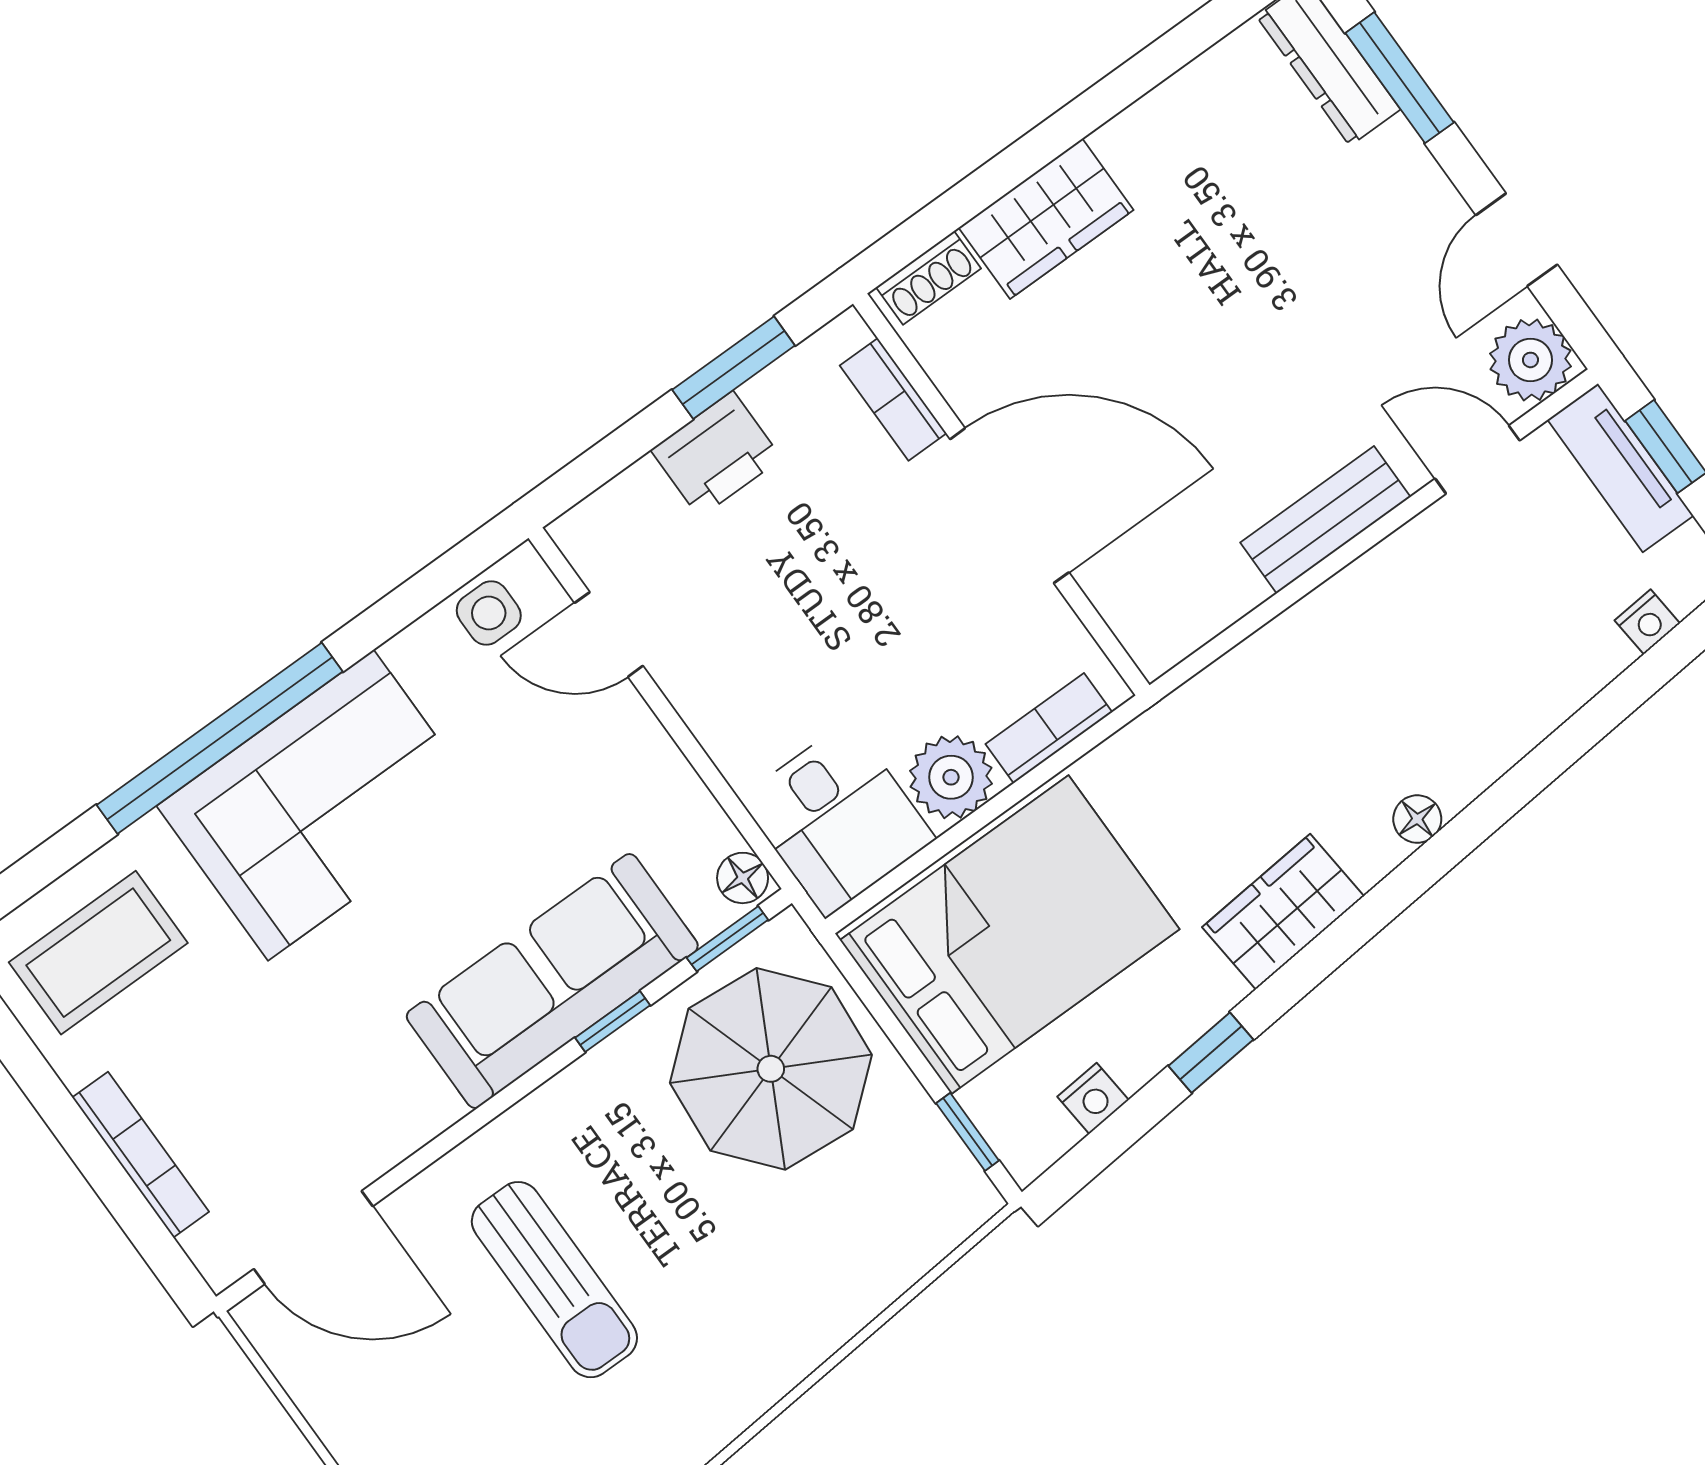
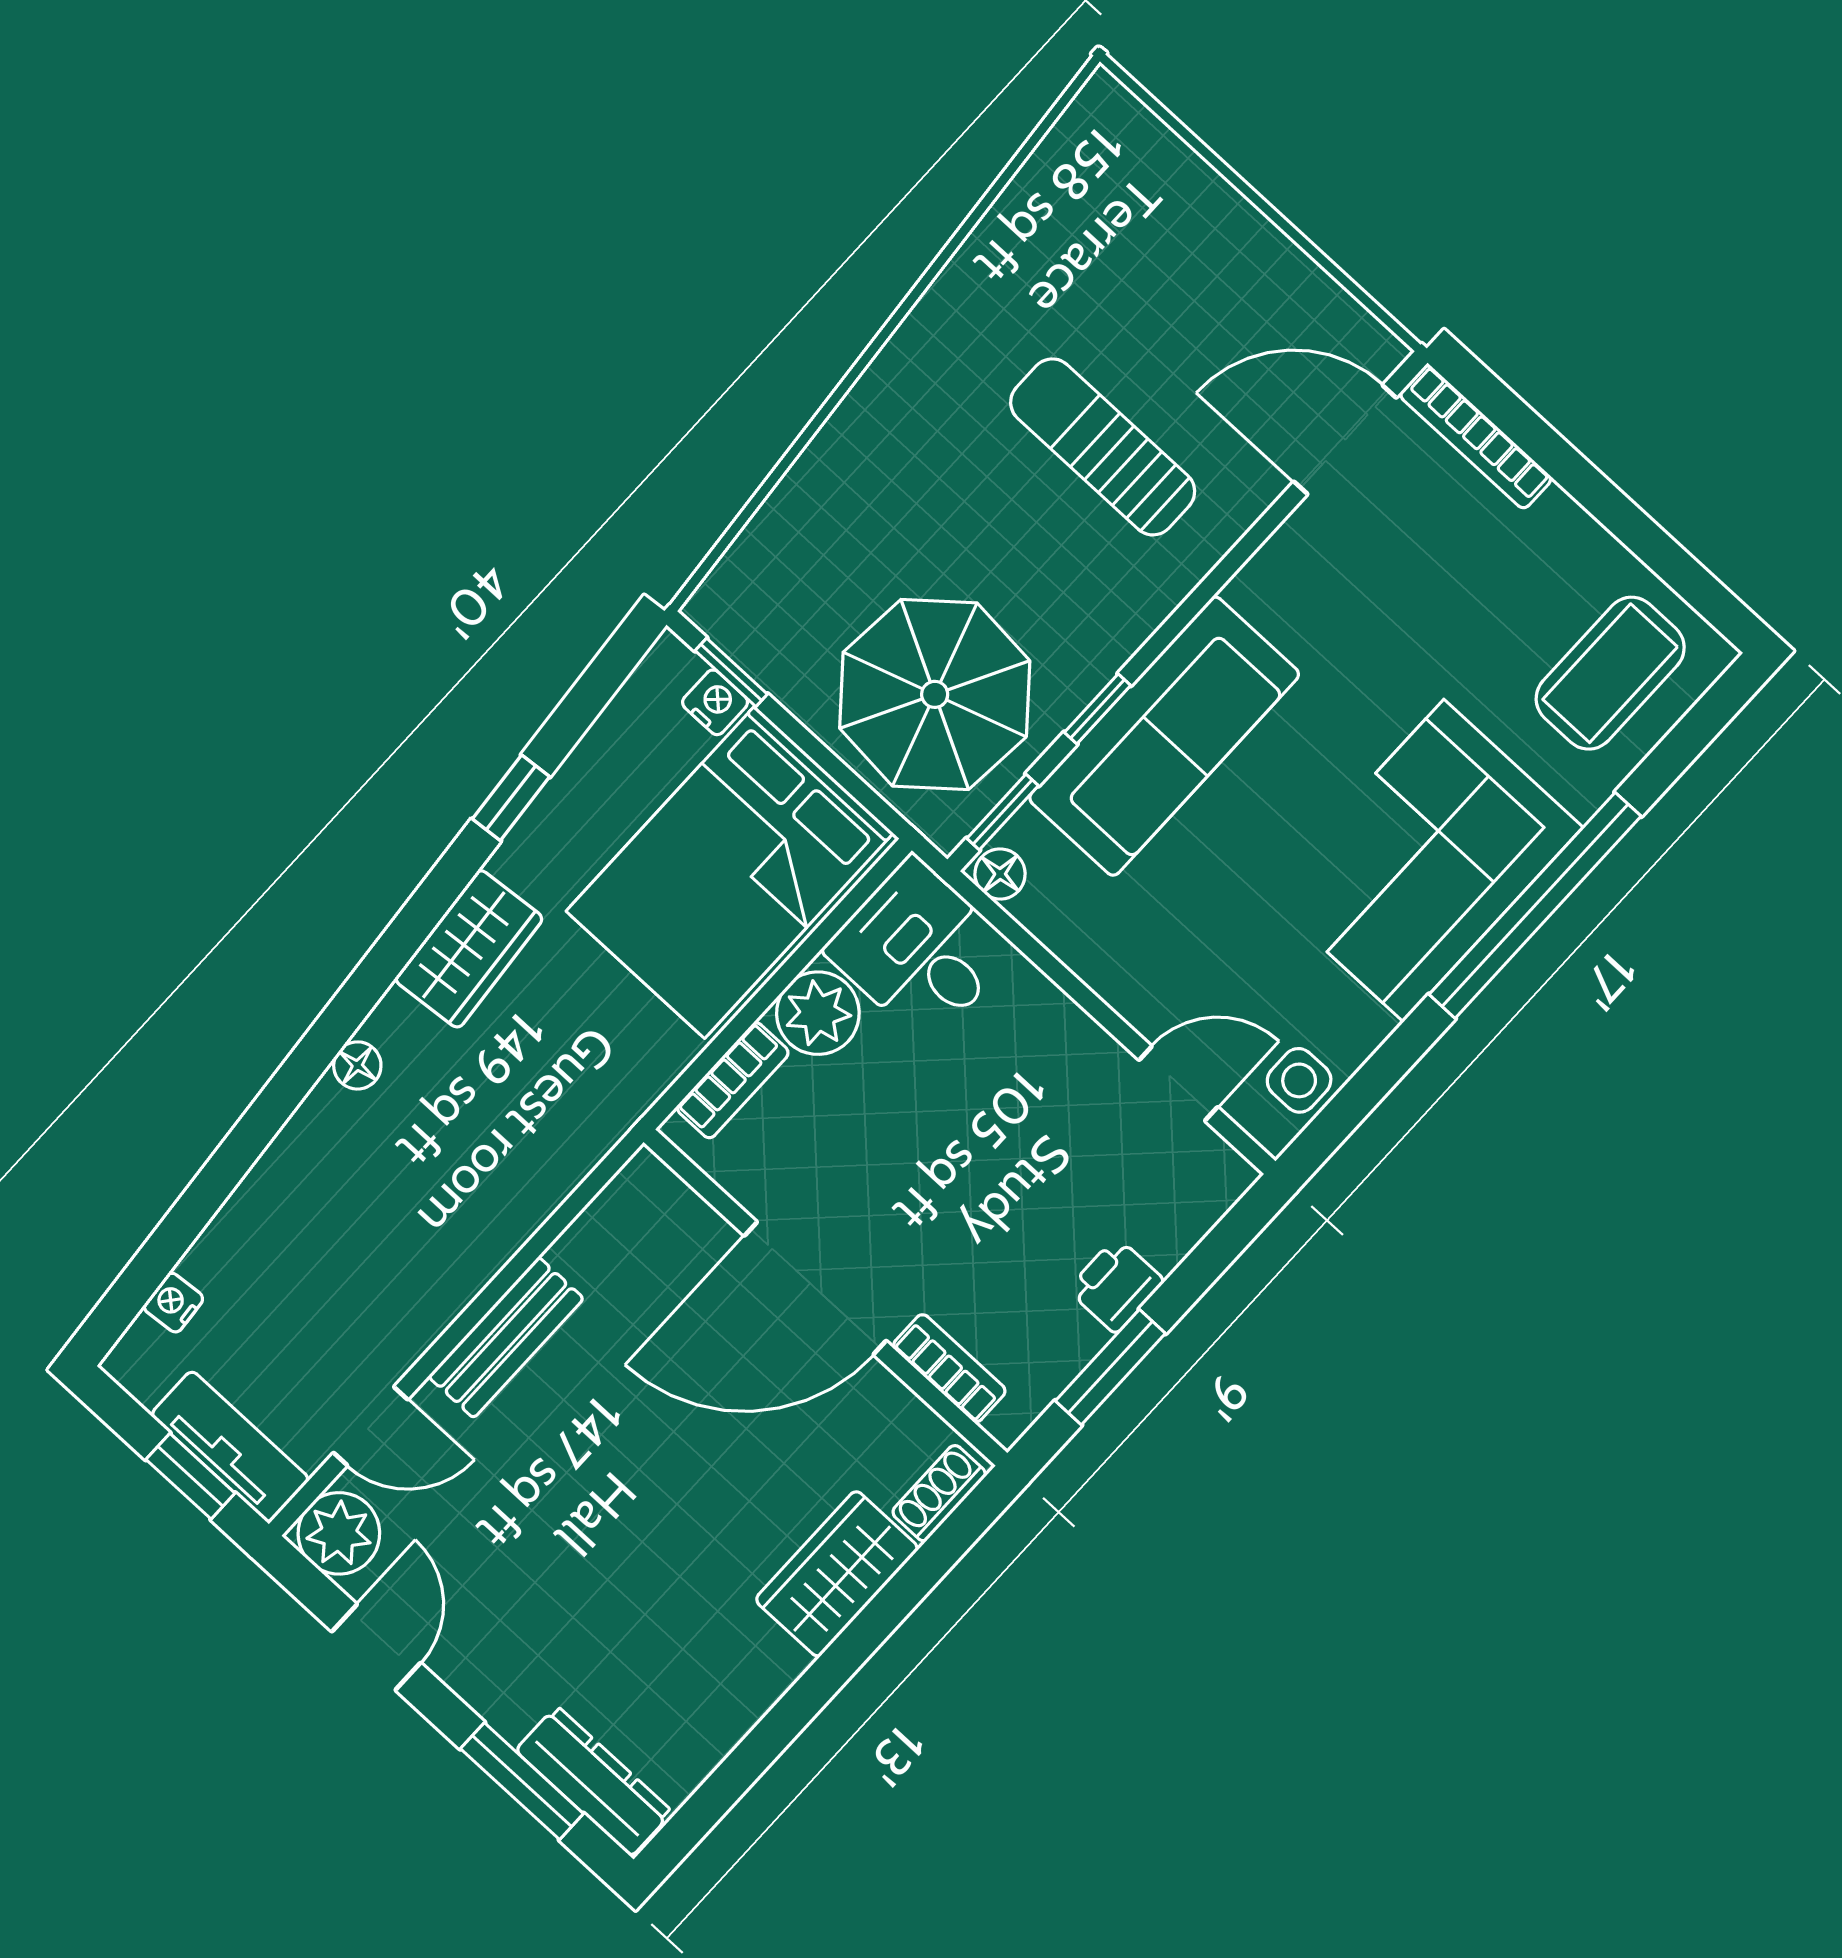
printer: (716, 454) -> (1116, 1285), width x0.73, depth x0.81
nightstand: (1093, 1098) -> (715, 702), moved, turned 95
bookcase: (141, 1155) -> (1476, 437), moved

